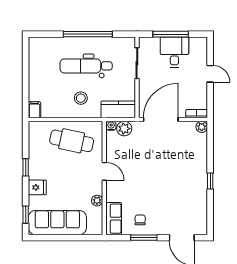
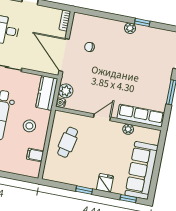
filing cabinet: (34, 110) -> (35, 155), moved
plant: (202, 127) -> (130, 28), moved
cafe table: (72, 141) -> (68, 142), width x0.73, depth x0.74
window: (210, 181) -> (142, 22), moved
row of seats: (114, 219) -> (141, 116), width x1.48
chair: (140, 220) -> (89, 47), moved

